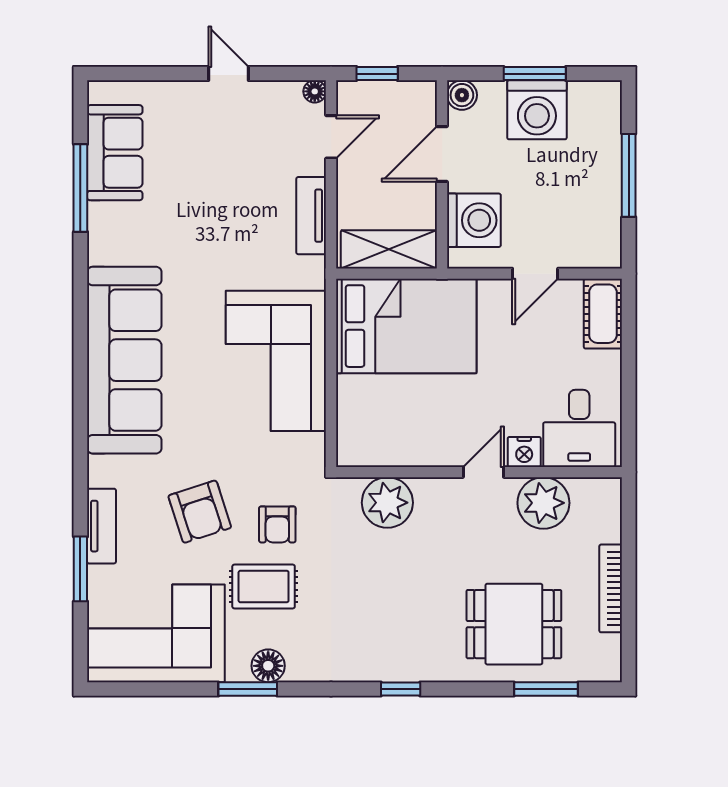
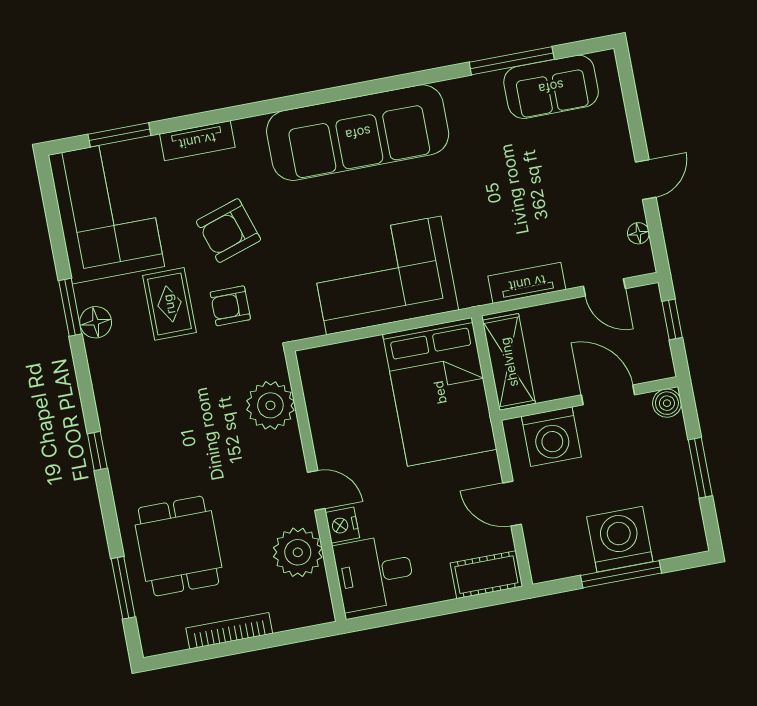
floor lamp: (315, 91) -> (638, 233), moved
washing machine: (537, 110) -> (620, 539), moved, turned 90
window: (80, 569) -> (119, 135), moved

